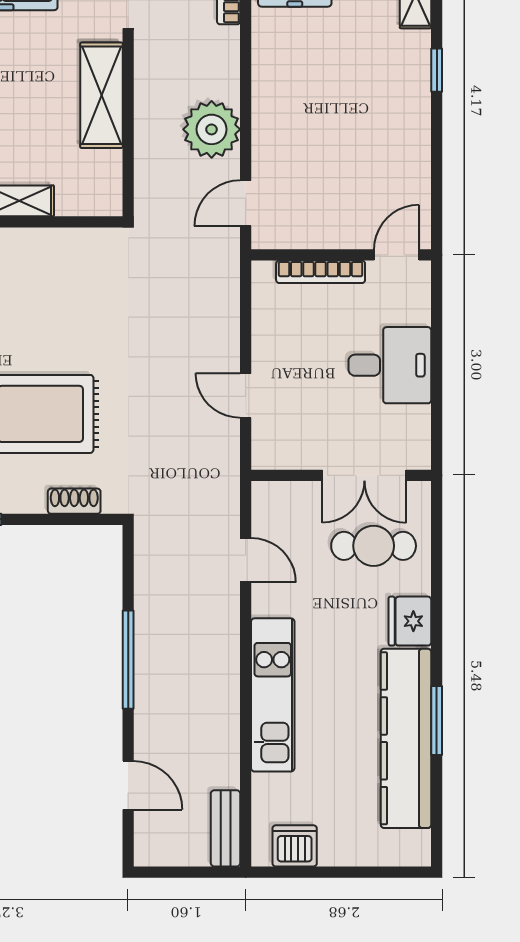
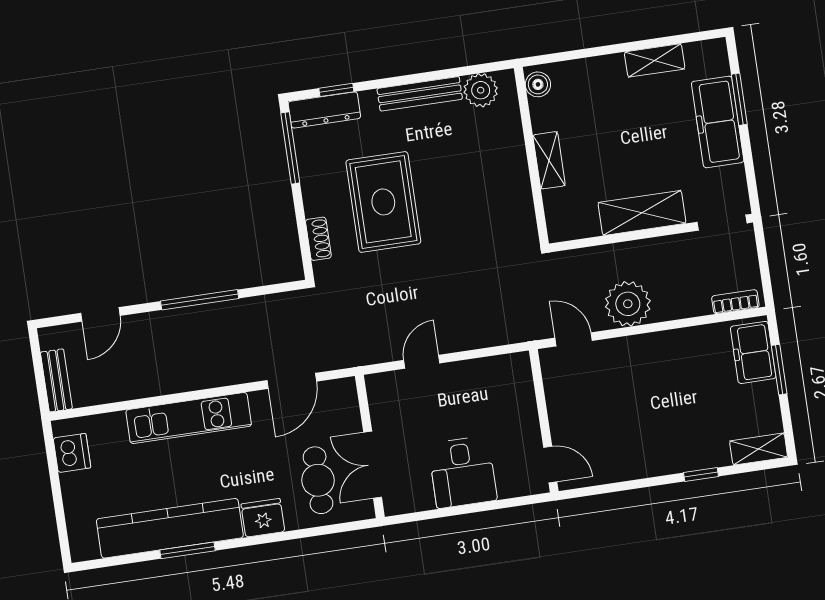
bookcase: (321, 272) -> (528, 406), removed
door: (246, 560) -> (292, 381), width x1.37
bench: (226, 828) -> (56, 380), moved, turned 90

